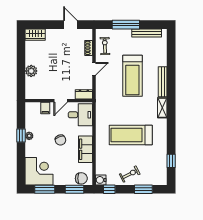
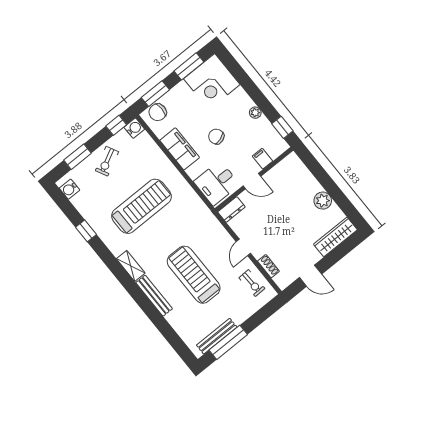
window: (126, 25) -> (228, 342), moved
wardrobe: (35, 35) -> (335, 237), width x1.50
plant: (31, 71) -> (323, 201), moved
door: (61, 101) -> (252, 181), swing flipped
window: (21, 135) -> (282, 127), moved
window: (171, 161) -> (86, 231), moved
water cooler: (162, 175) -> (70, 189), added

